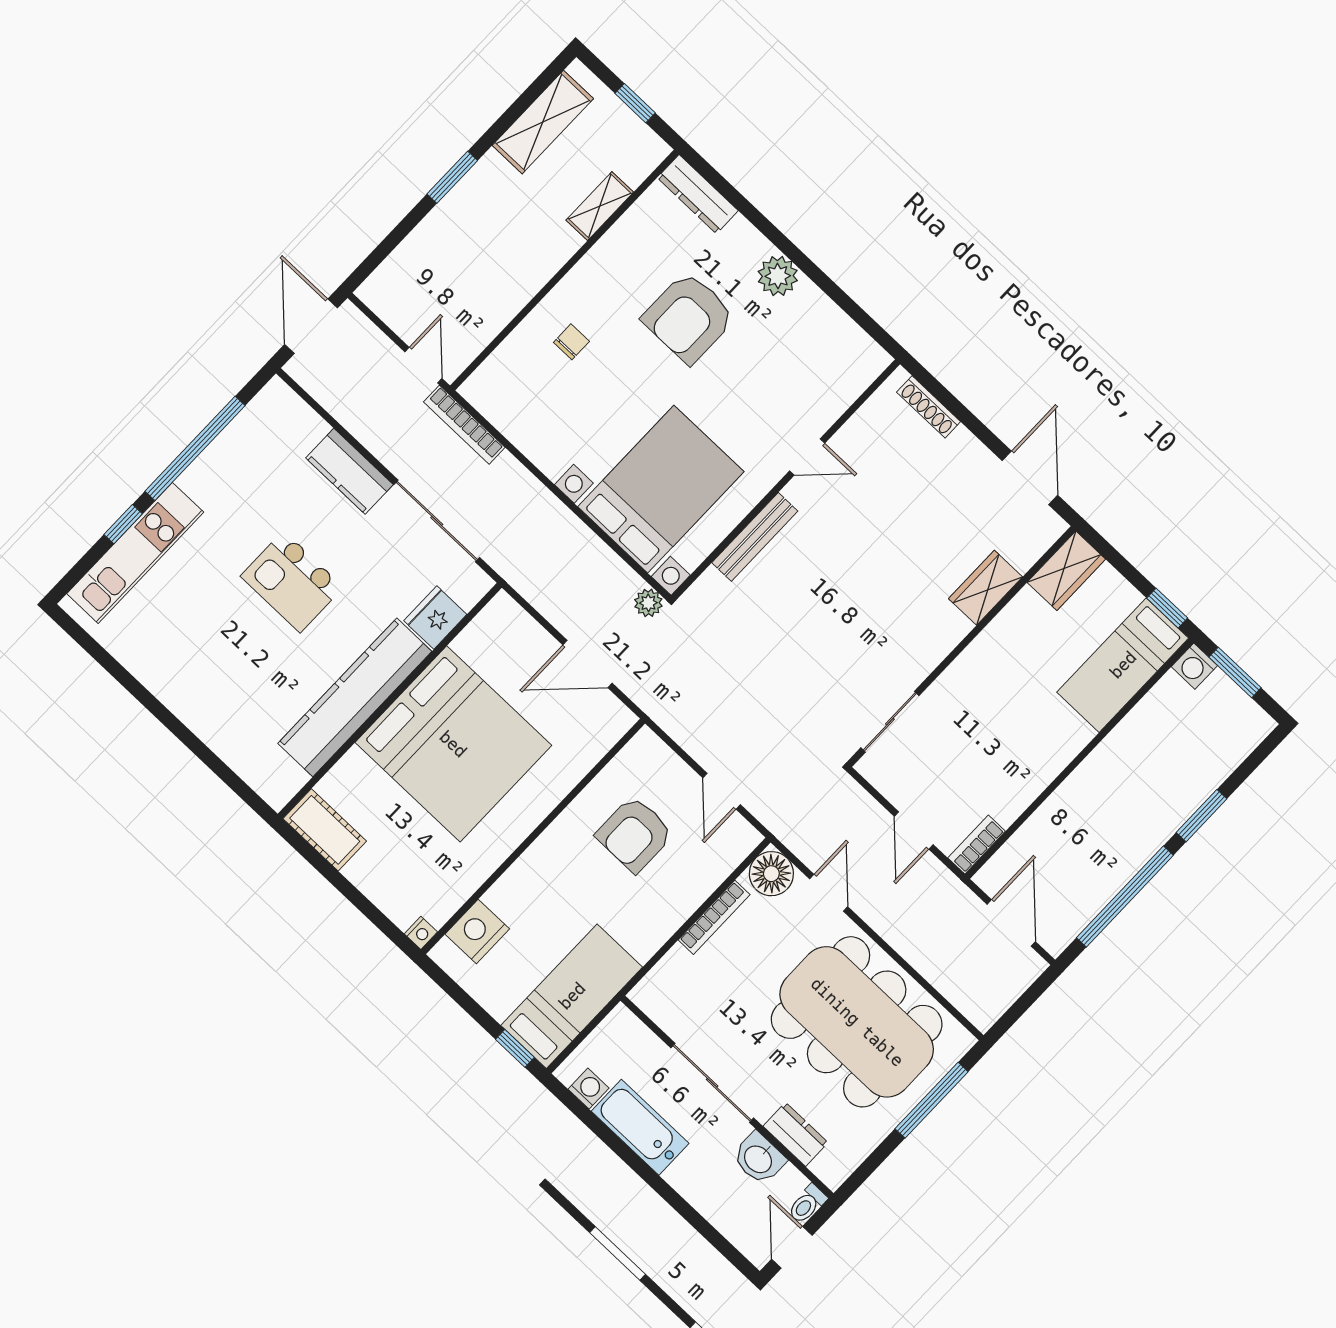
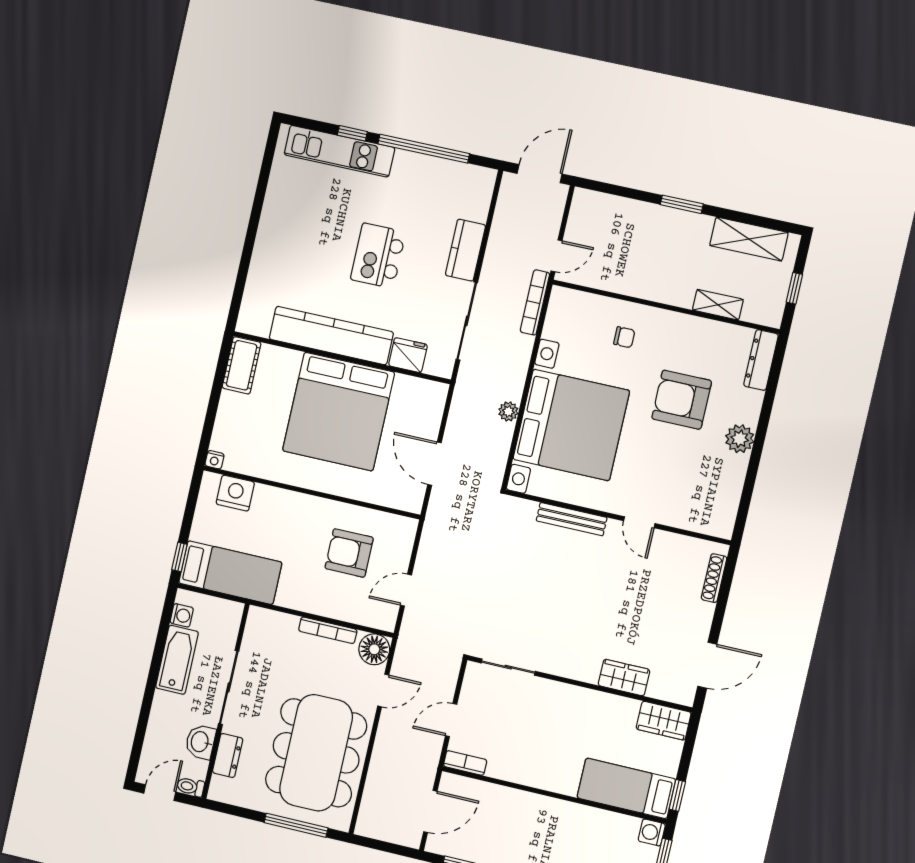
bed with nightstands: (661, 489) -> (571, 425), width x1.36
plant: (648, 603) -> (508, 411), moved

